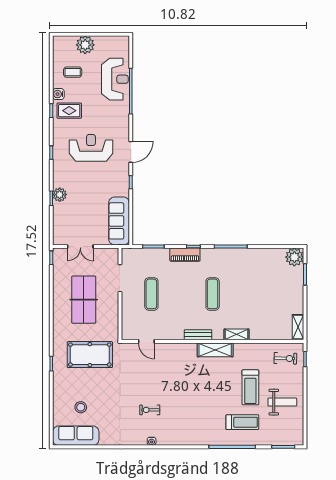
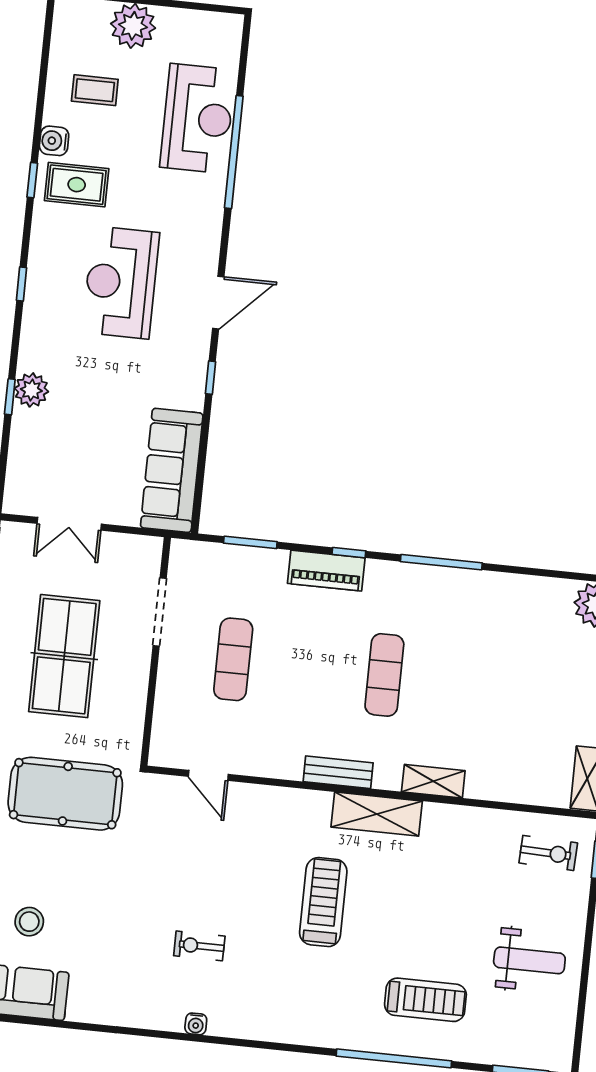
reception desk: (91, 148) -> (121, 282), turned -90
treadmill: (250, 387) -> (323, 902), moved, turned 180

